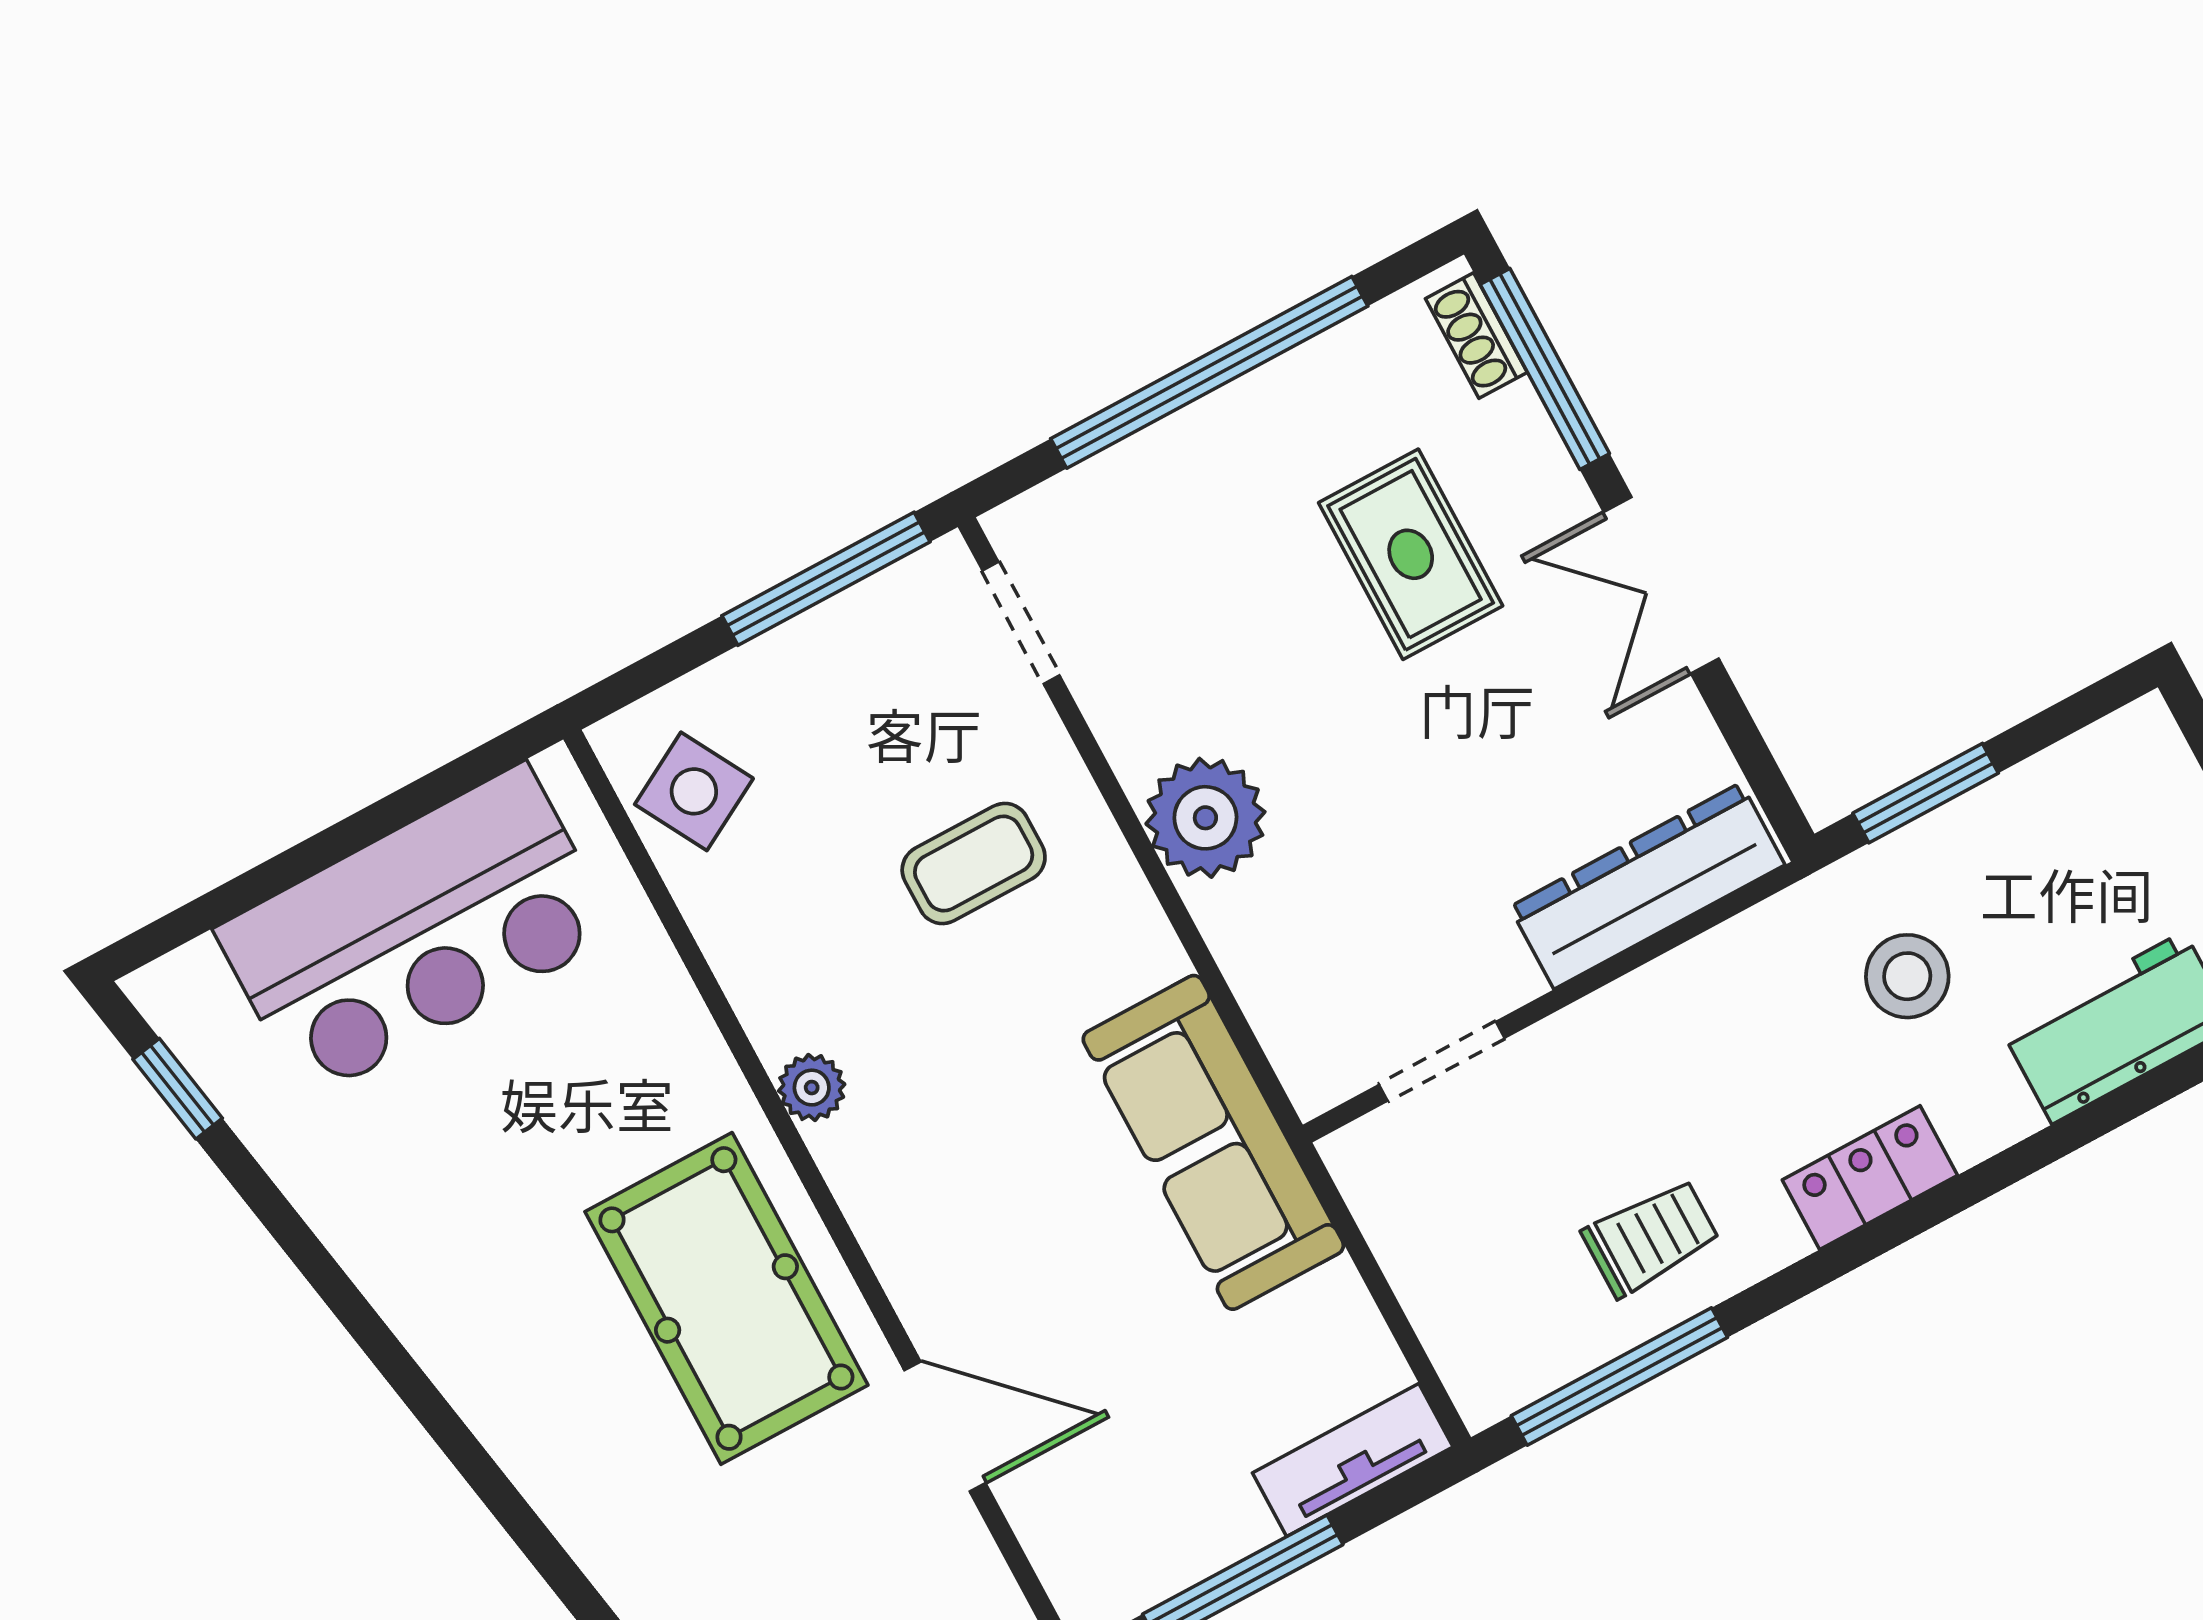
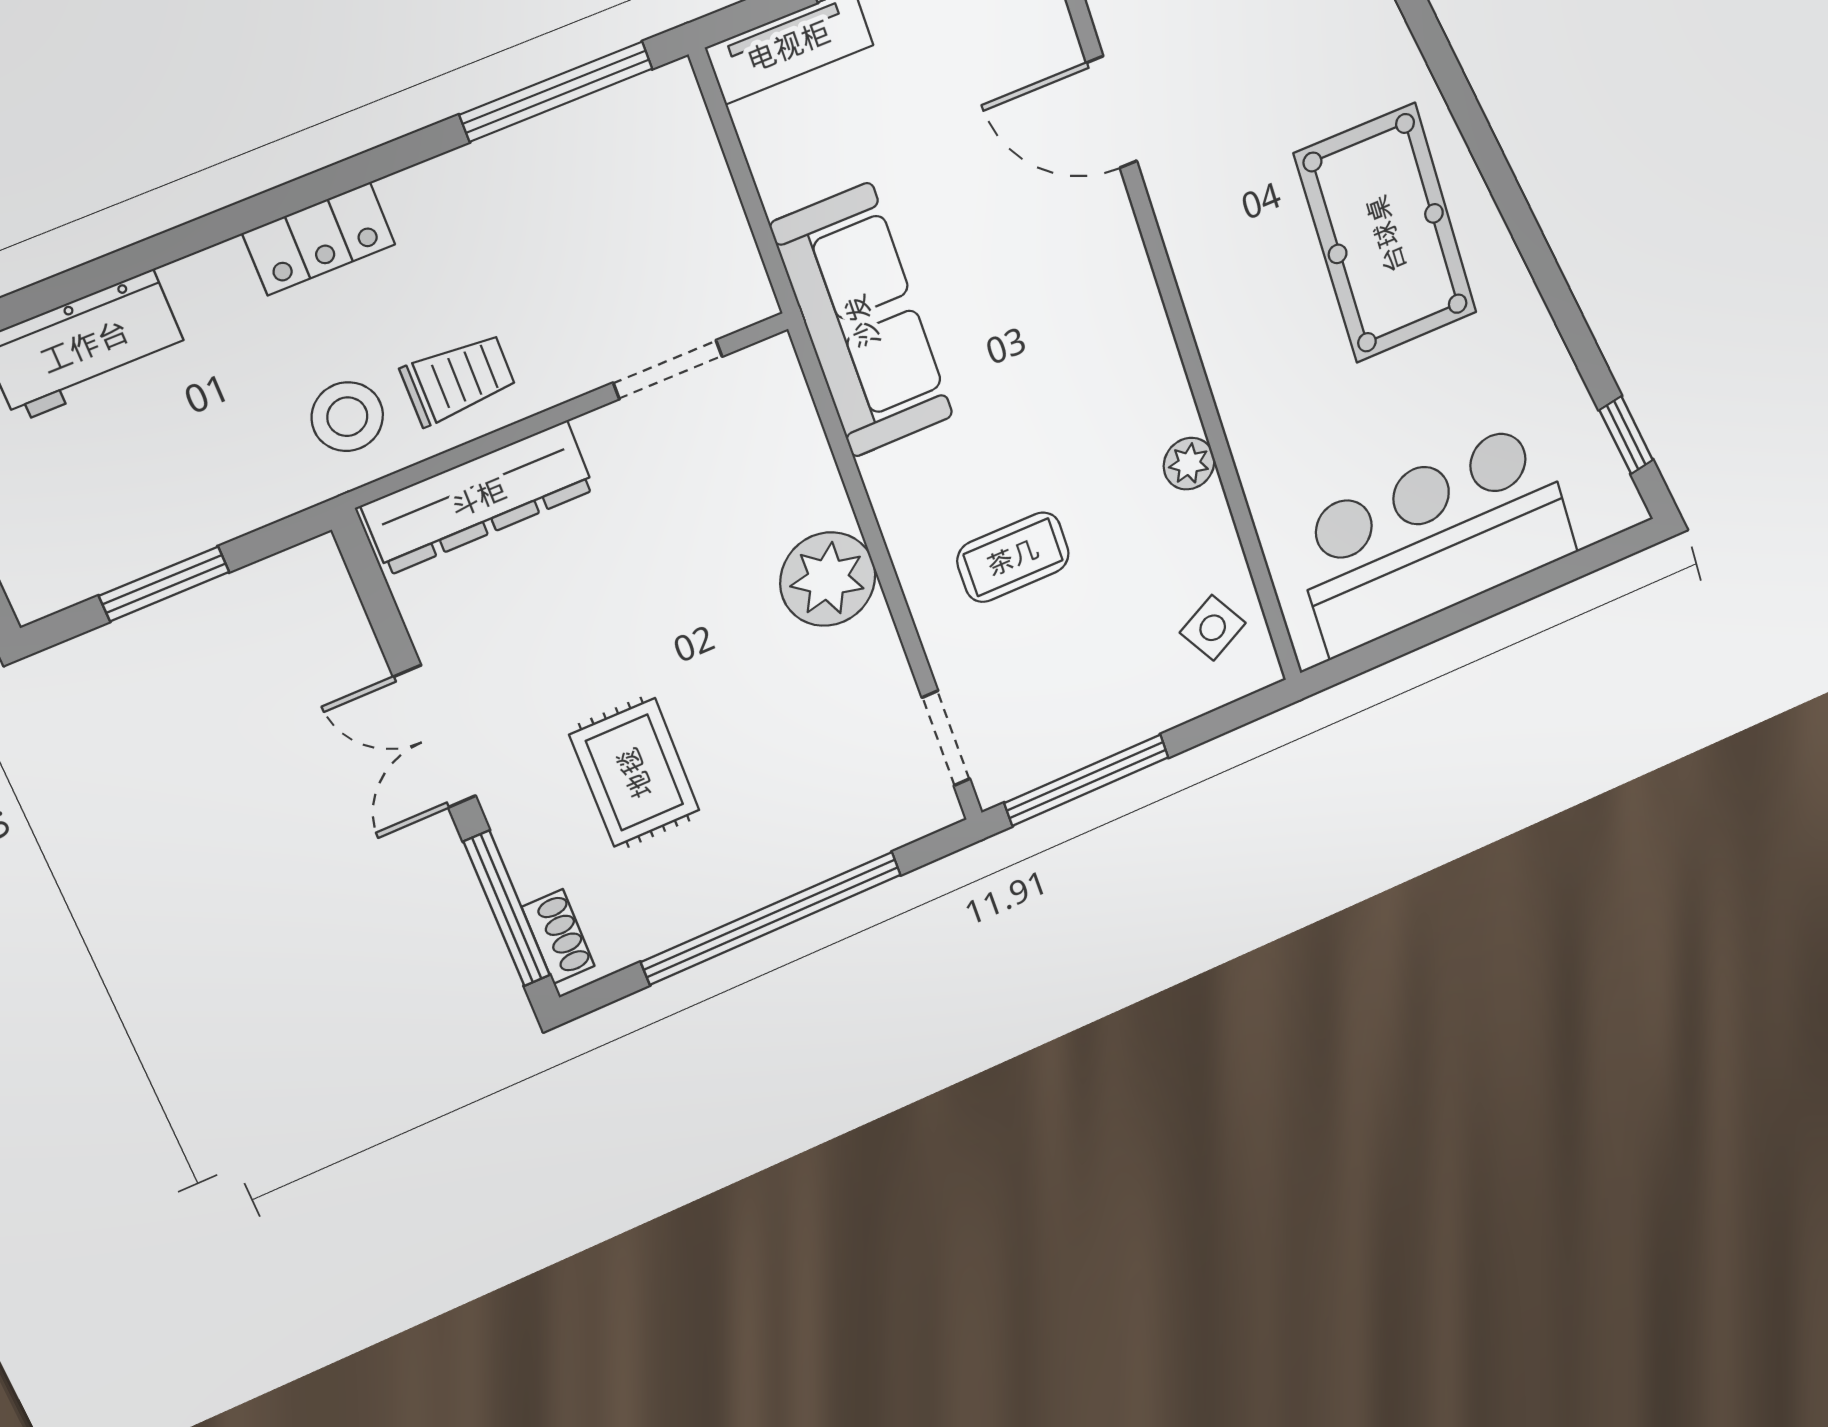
double door: (1661, 585) -> (435, 737), swing flipped
side table: (694, 791) -> (1213, 628), width x0.73, depth x0.73
window: (1926, 793) -> (164, 584), moved
stool: (1907, 976) -> (347, 417), moved
plant: (812, 1088) -> (1189, 464), moved
trolley: (1651, 1238) -> (458, 379), moved, turned 180
pool table: (726, 1298) -> (1386, 234), moved

